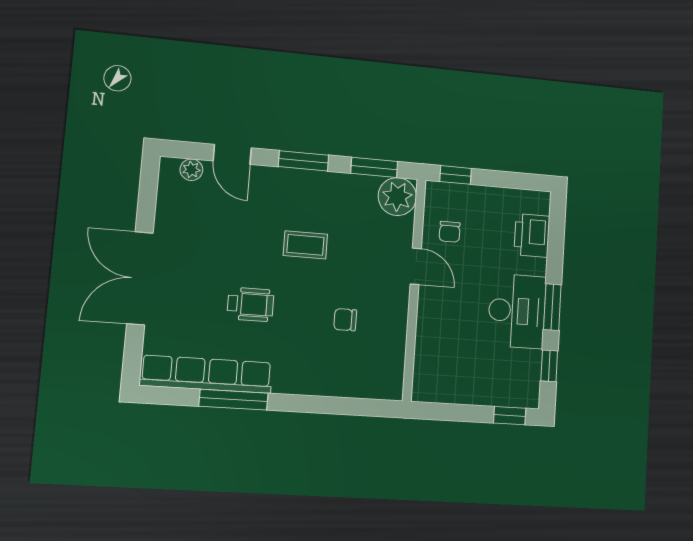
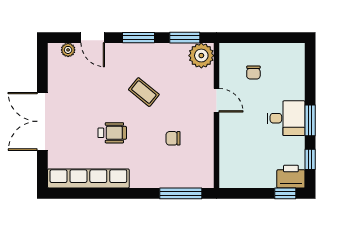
window: (456, 175) -> (239, 38), removed
chair: (450, 232) -> (253, 72), moved
printer: (532, 235) -> (291, 177), moved, turned 90
coffee table: (305, 245) -> (144, 92), turned 39
desk: (517, 311) -> (286, 118), width x0.73
window: (234, 400) -> (181, 193), moved

